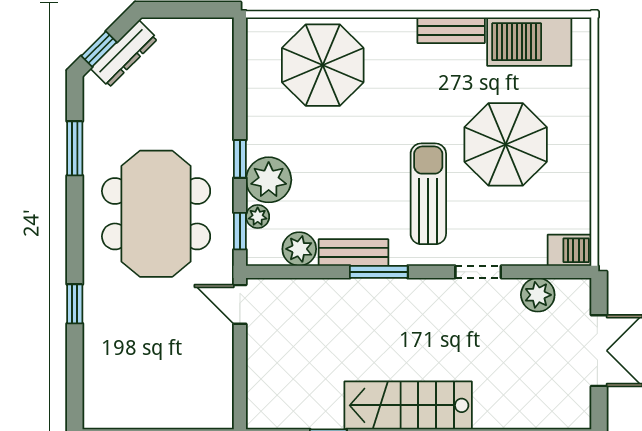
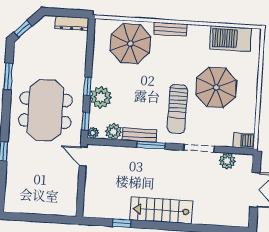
bench: (451, 30) -> (170, 29), moved
dresser: (124, 54) -> (72, 23), moved, turned 45
sun lounger: (428, 194) -> (177, 109), turned 180
plant: (258, 217) -> (93, 133), moved
doorway: (478, 272) -> (199, 148), width x1.38

